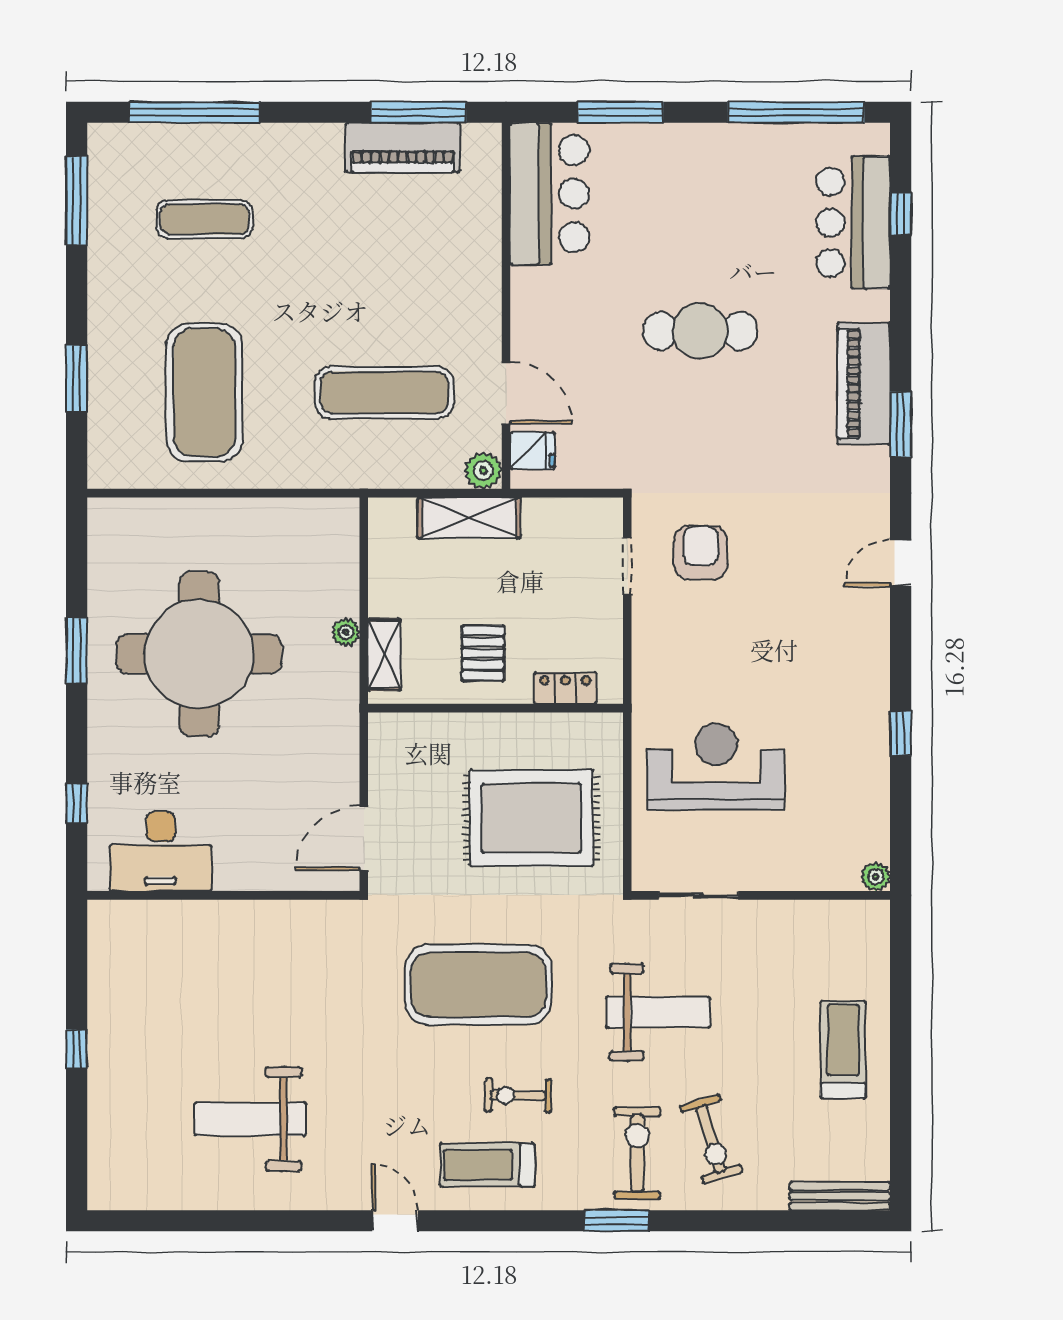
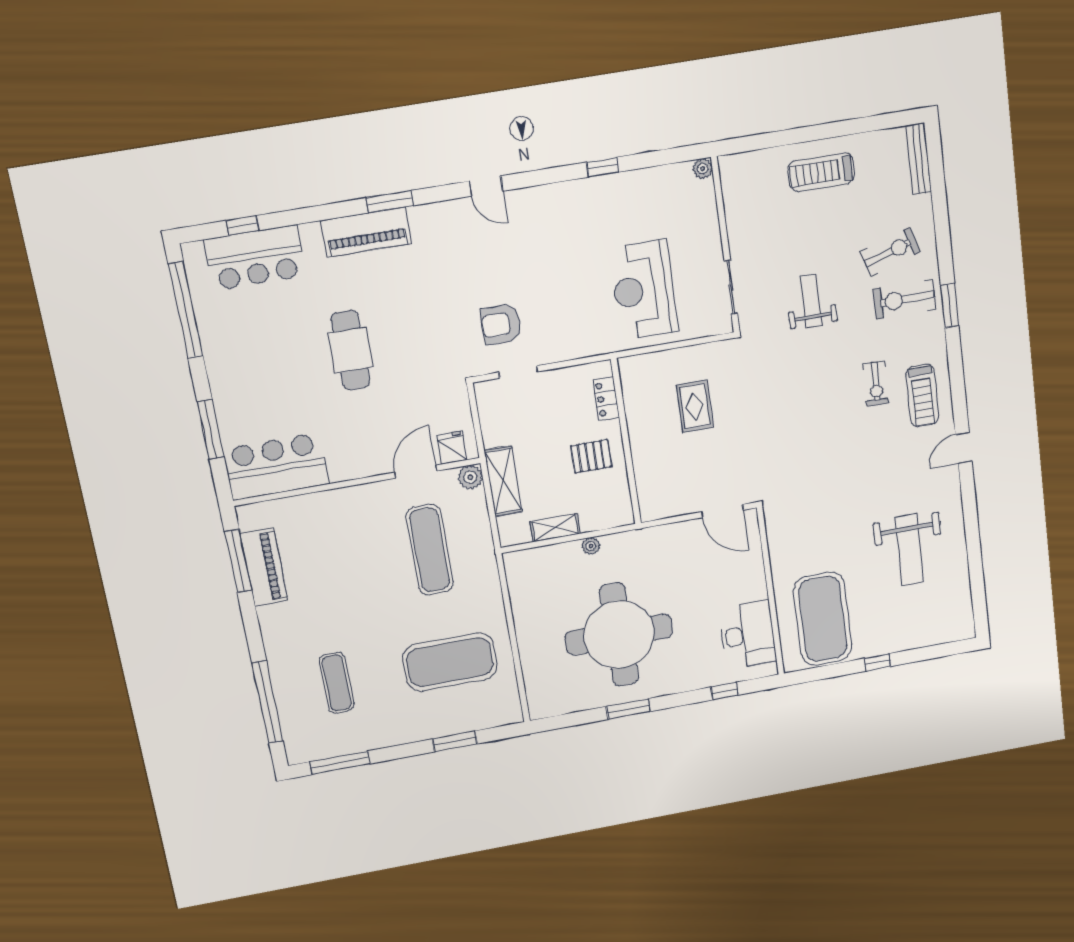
shelving: (384, 655) -> (555, 528), moved
rug: (531, 818) -> (695, 406), width x0.54, depth x0.49
exercise mat: (478, 985) -> (823, 619), moved
weight bench: (658, 1012) -> (811, 301), width x0.73, depth x0.75

